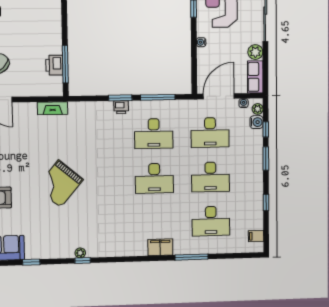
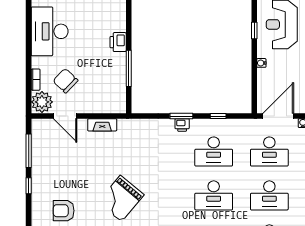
window: (65, 64) -> (129, 68), moved
printer: (54, 65) -> (118, 42), moved
window: (158, 97) -> (218, 116), width x0.46
fireplace: (53, 108) -> (102, 125), moved

